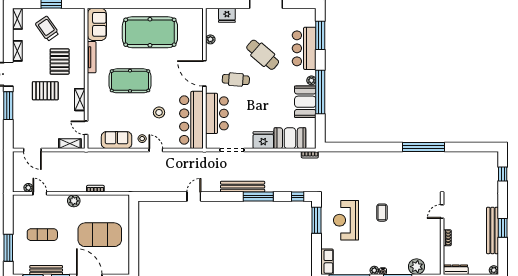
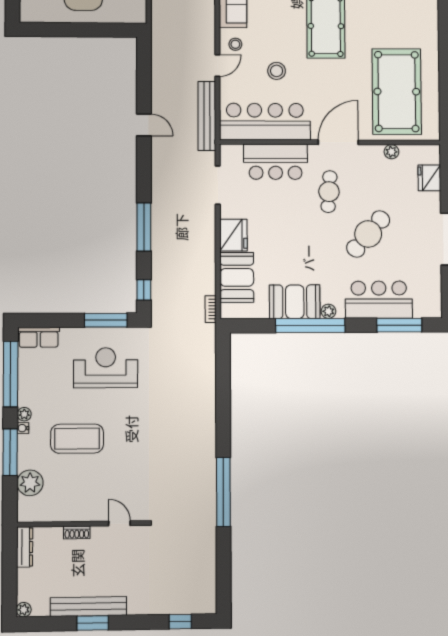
pool table: (150, 32) -> (397, 92), moved
bench: (243, 187) -> (207, 116), moved
coffee table: (382, 213) -> (77, 439), moved, width x1.86, depth x1.72

